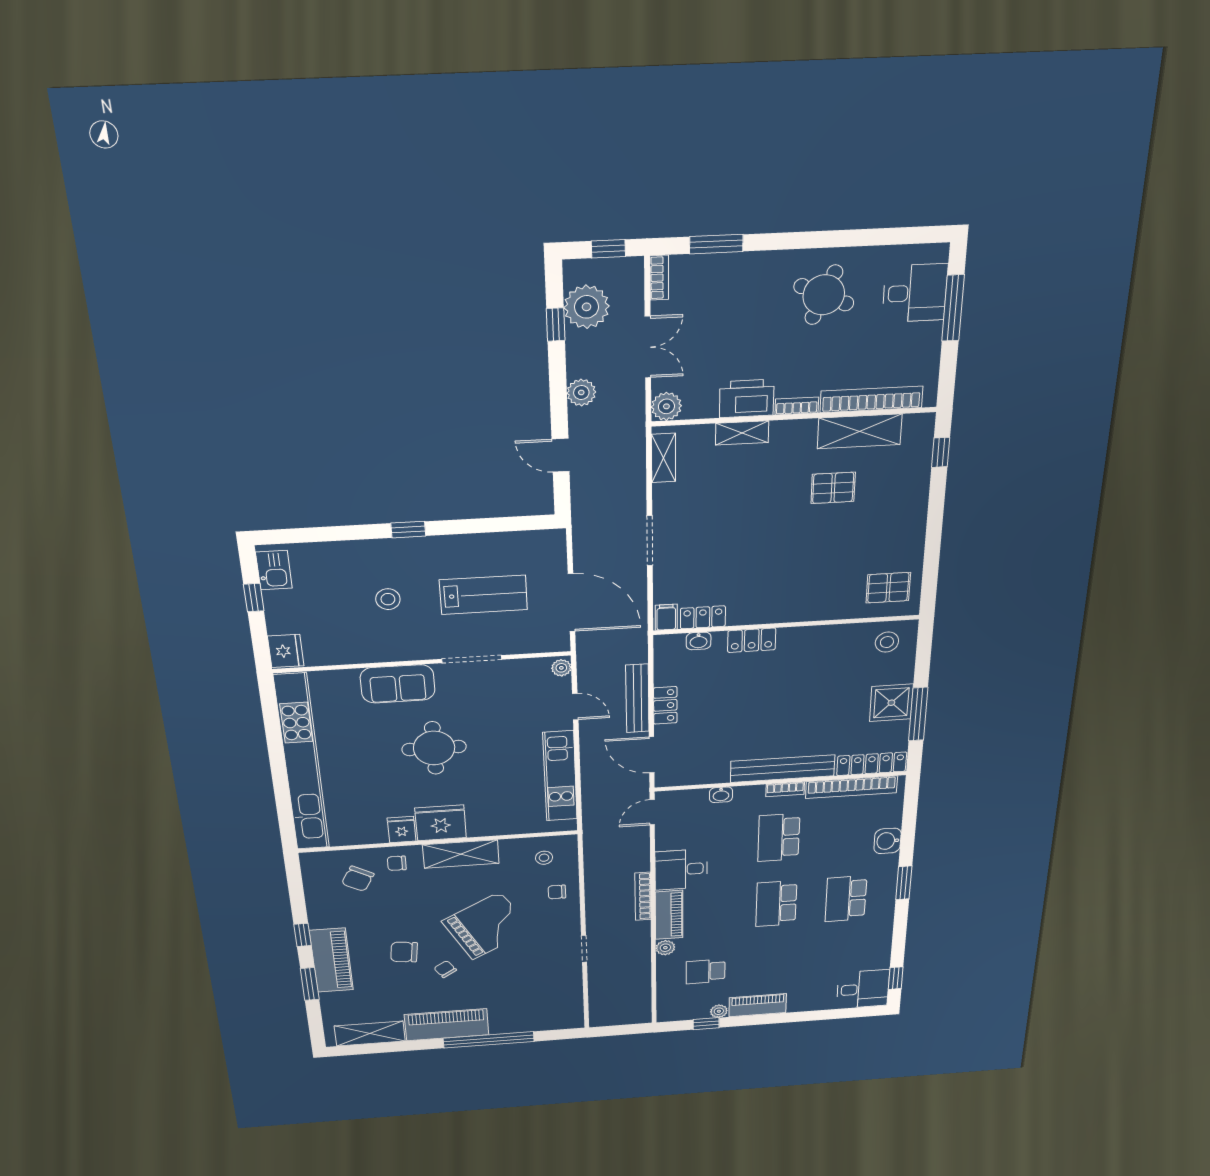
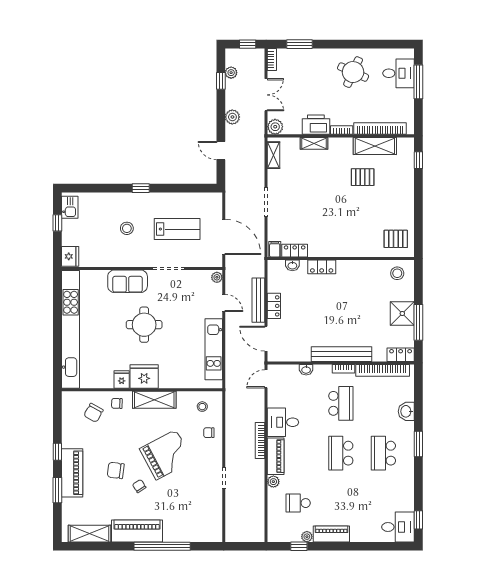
plant: (587, 307) -> (231, 73), width x0.53, depth x0.53
locker: (872, 764) -> (401, 355), width x0.66
school desk: (779, 837) -> (341, 403), turned 180

